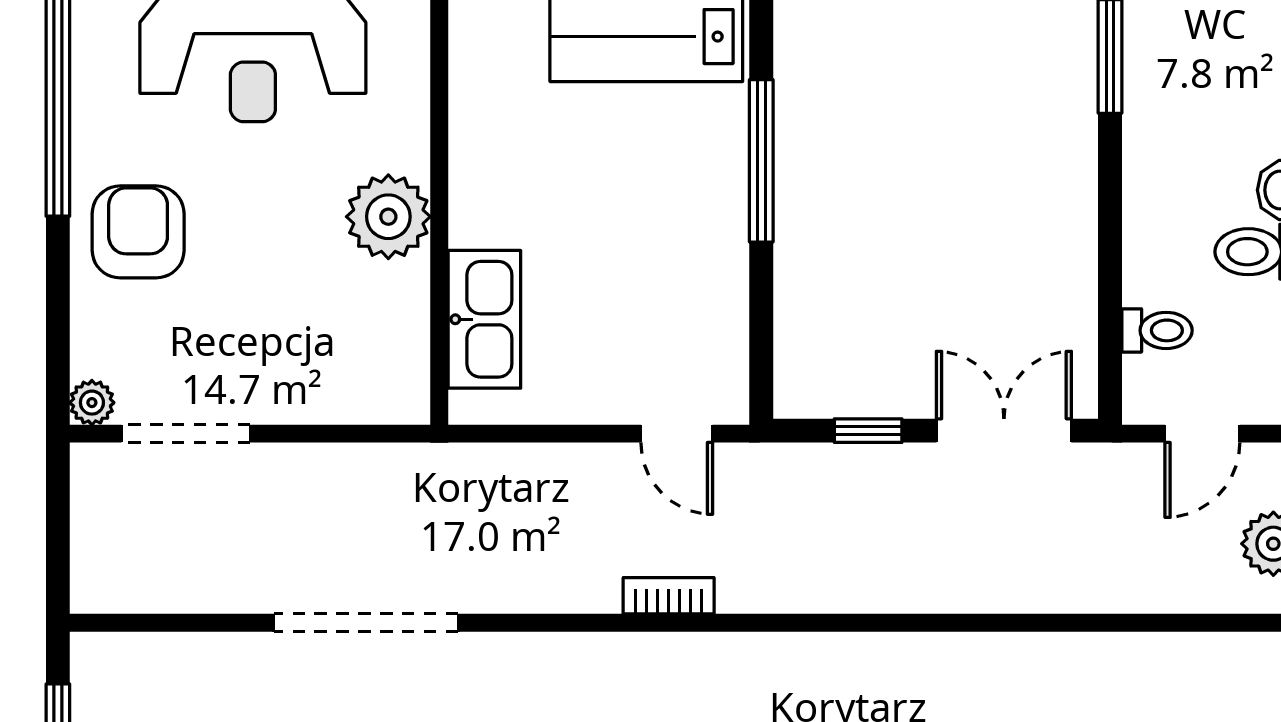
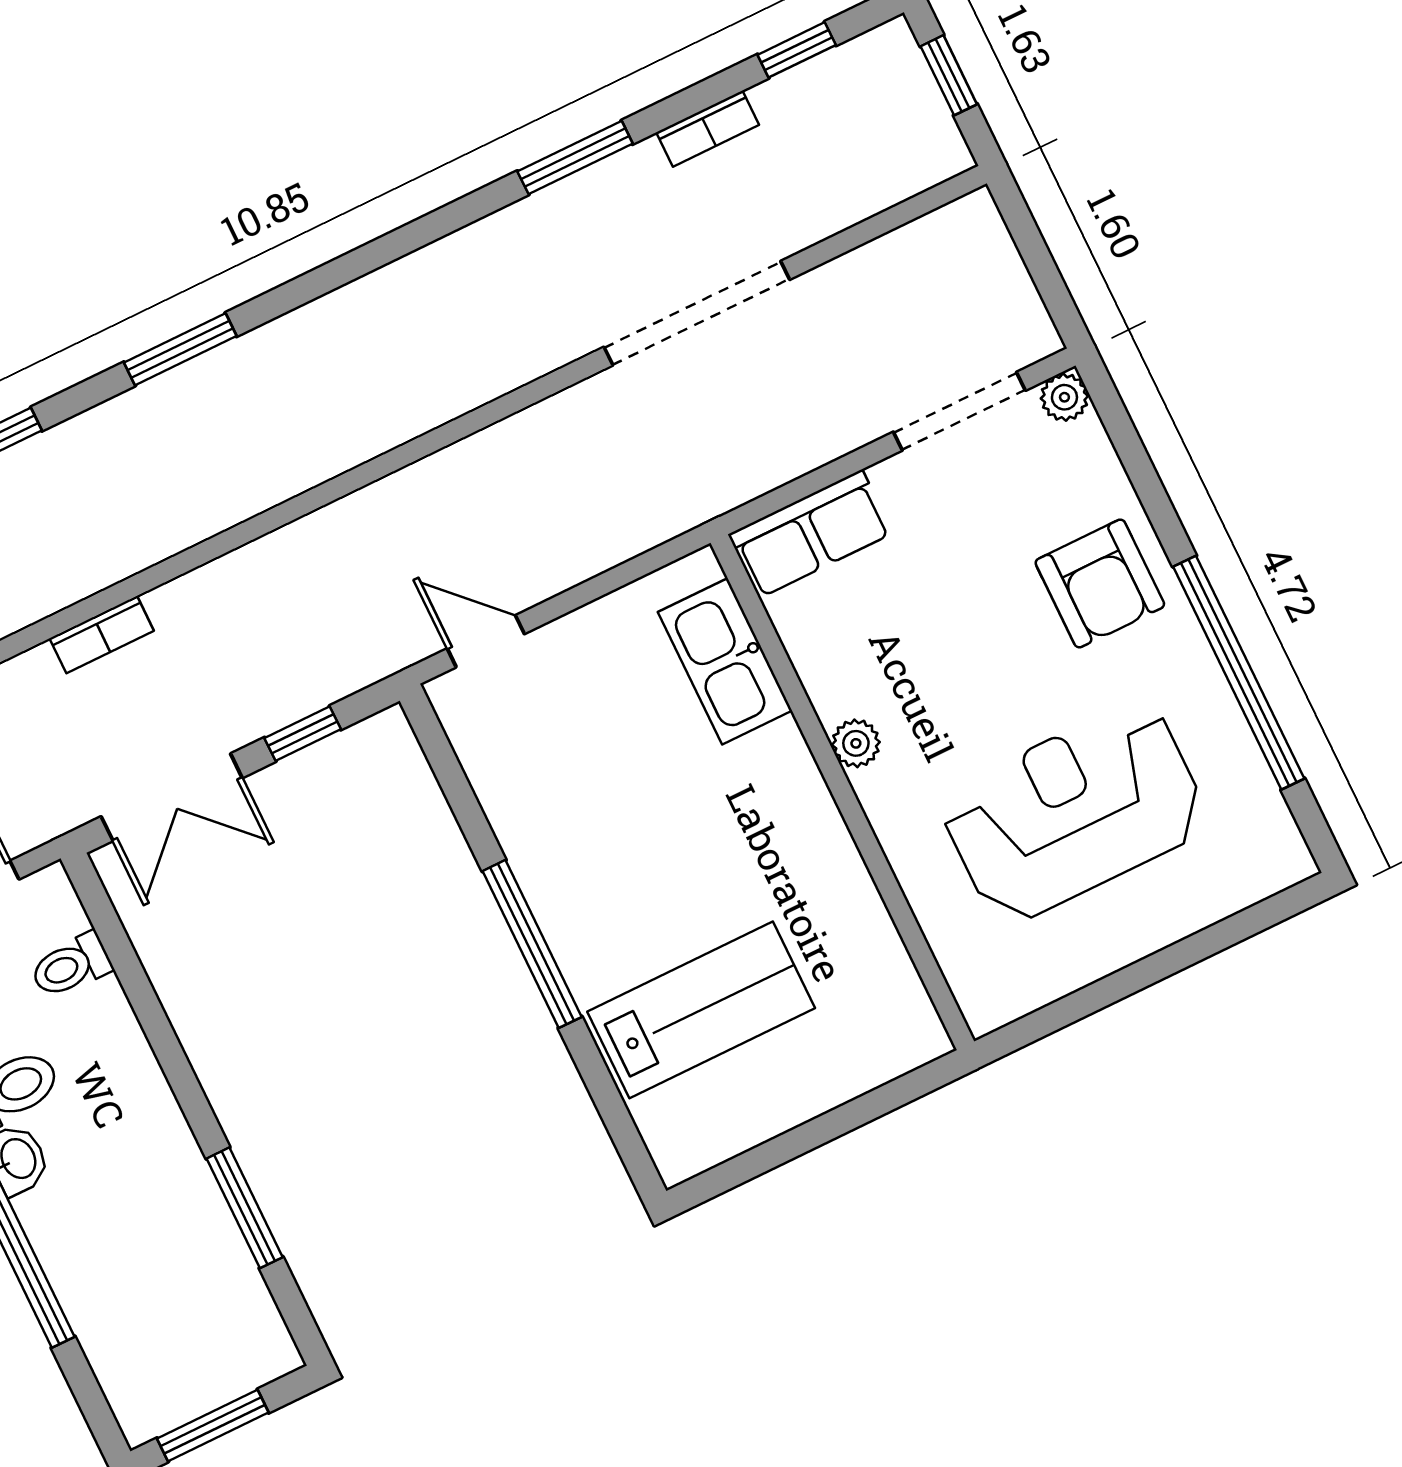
plant: (388, 217) -> (856, 743), width x0.53, depth x0.53
row of seats: (361, 391) -> (810, 534), added
bookcase: (669, 596) -> (102, 635), moved

